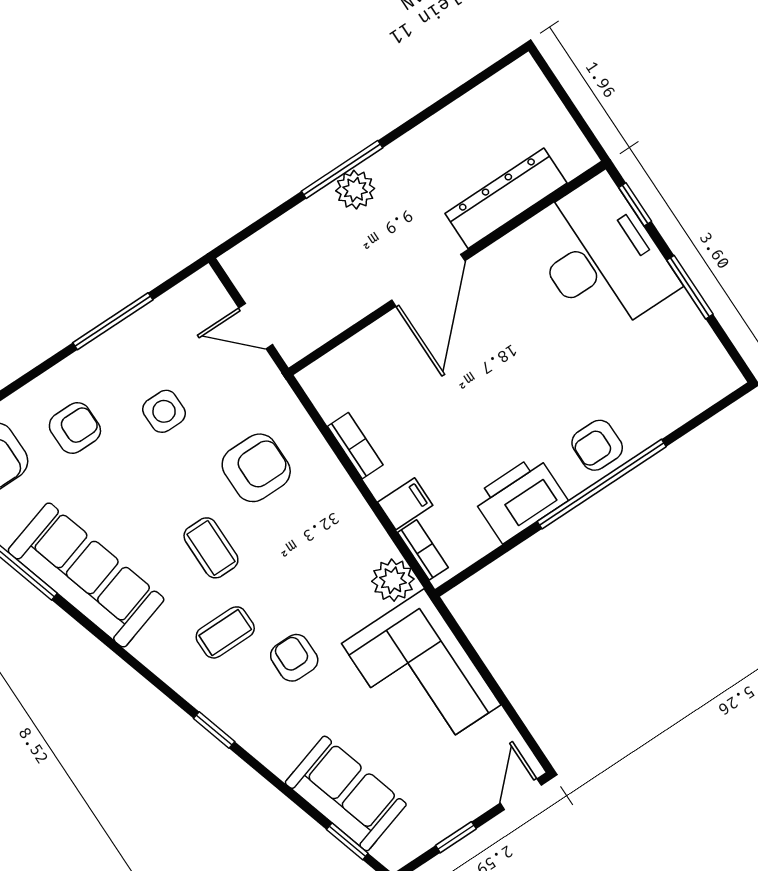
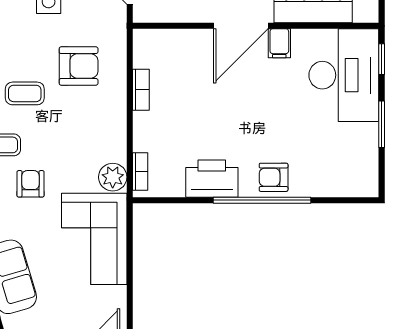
filing cabinet: (405, 504) -> (279, 43), moved, turned 90
coffee table: (211, 548) -> (25, 93), turned 90

